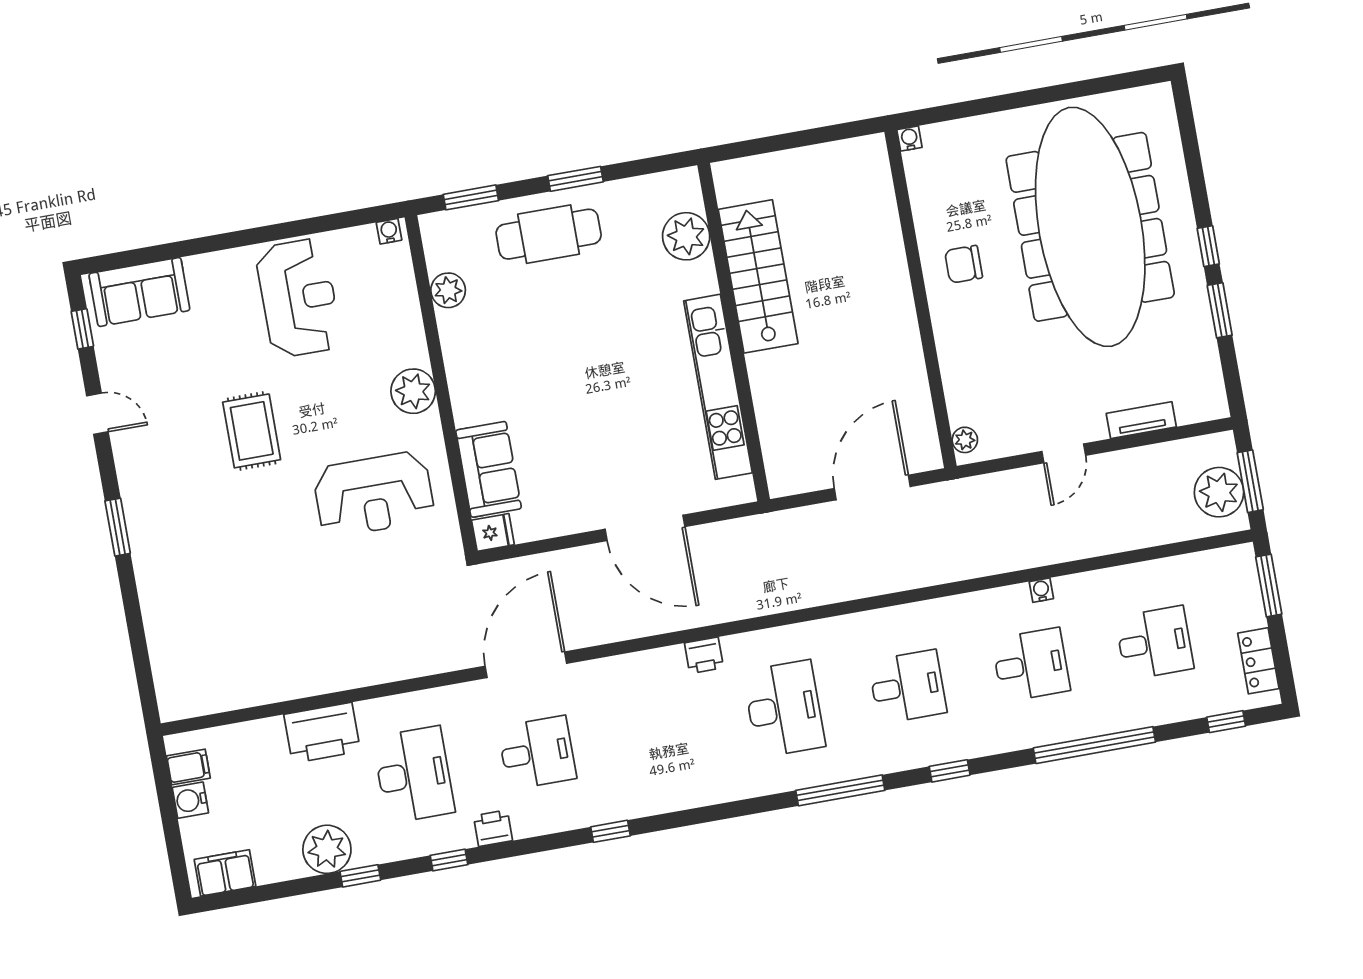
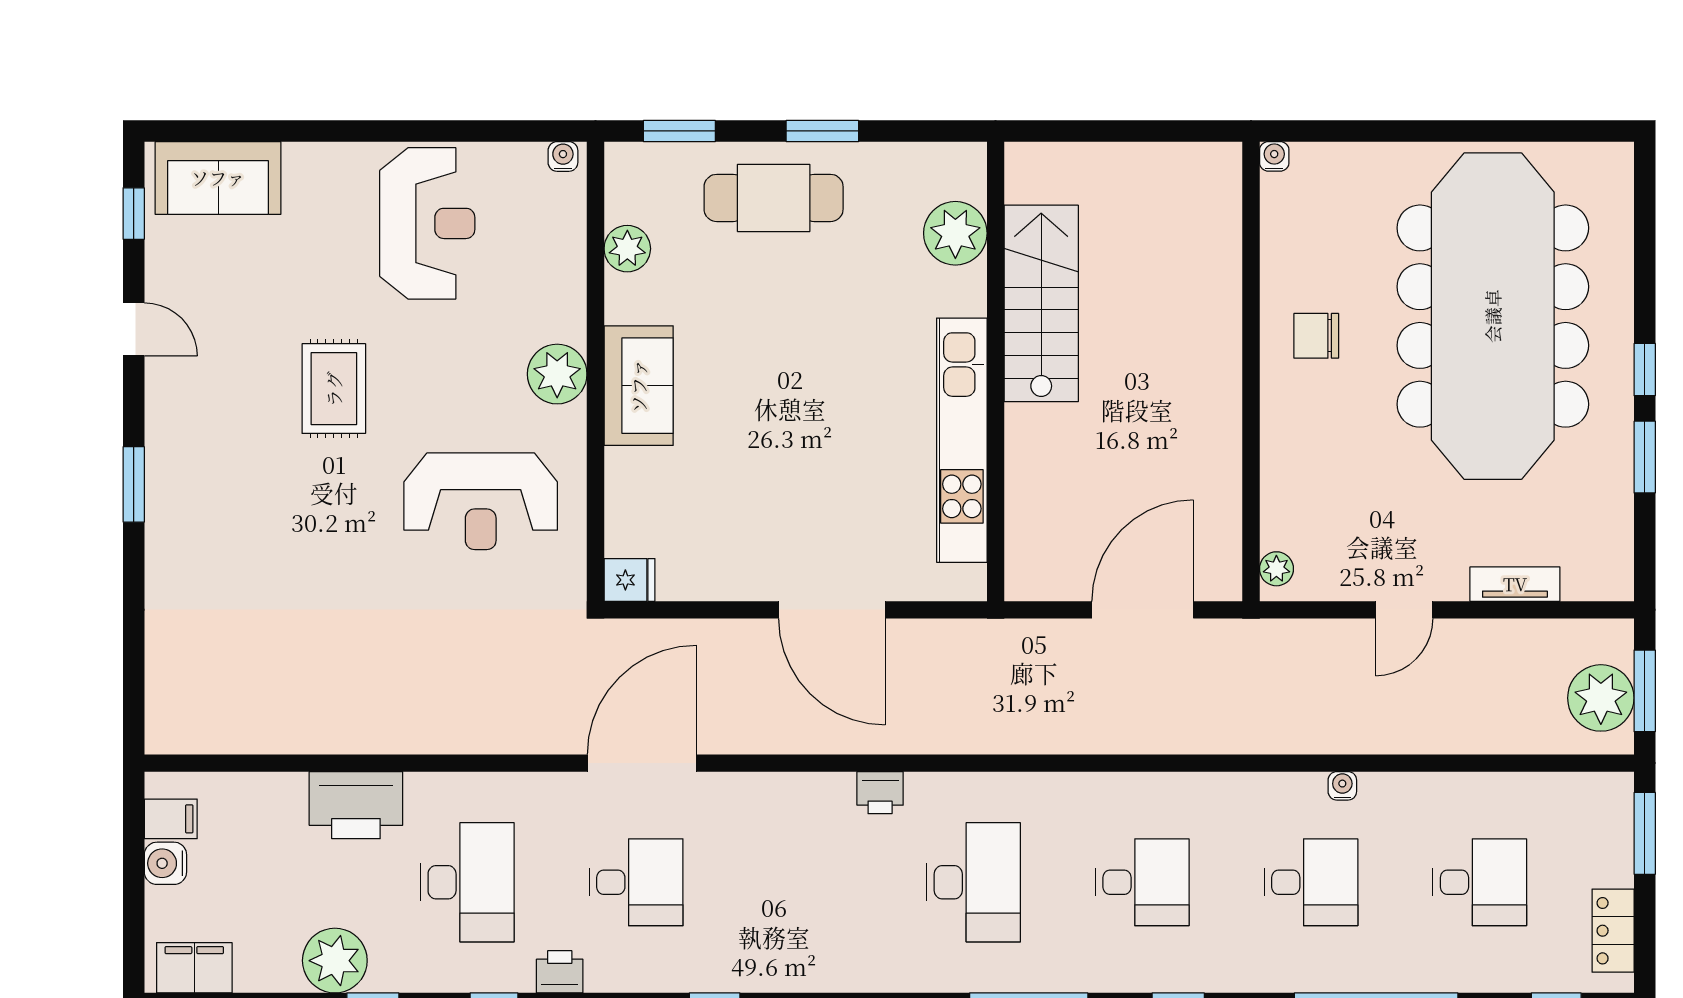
sofa: (489, 469) -> (639, 386), moved

